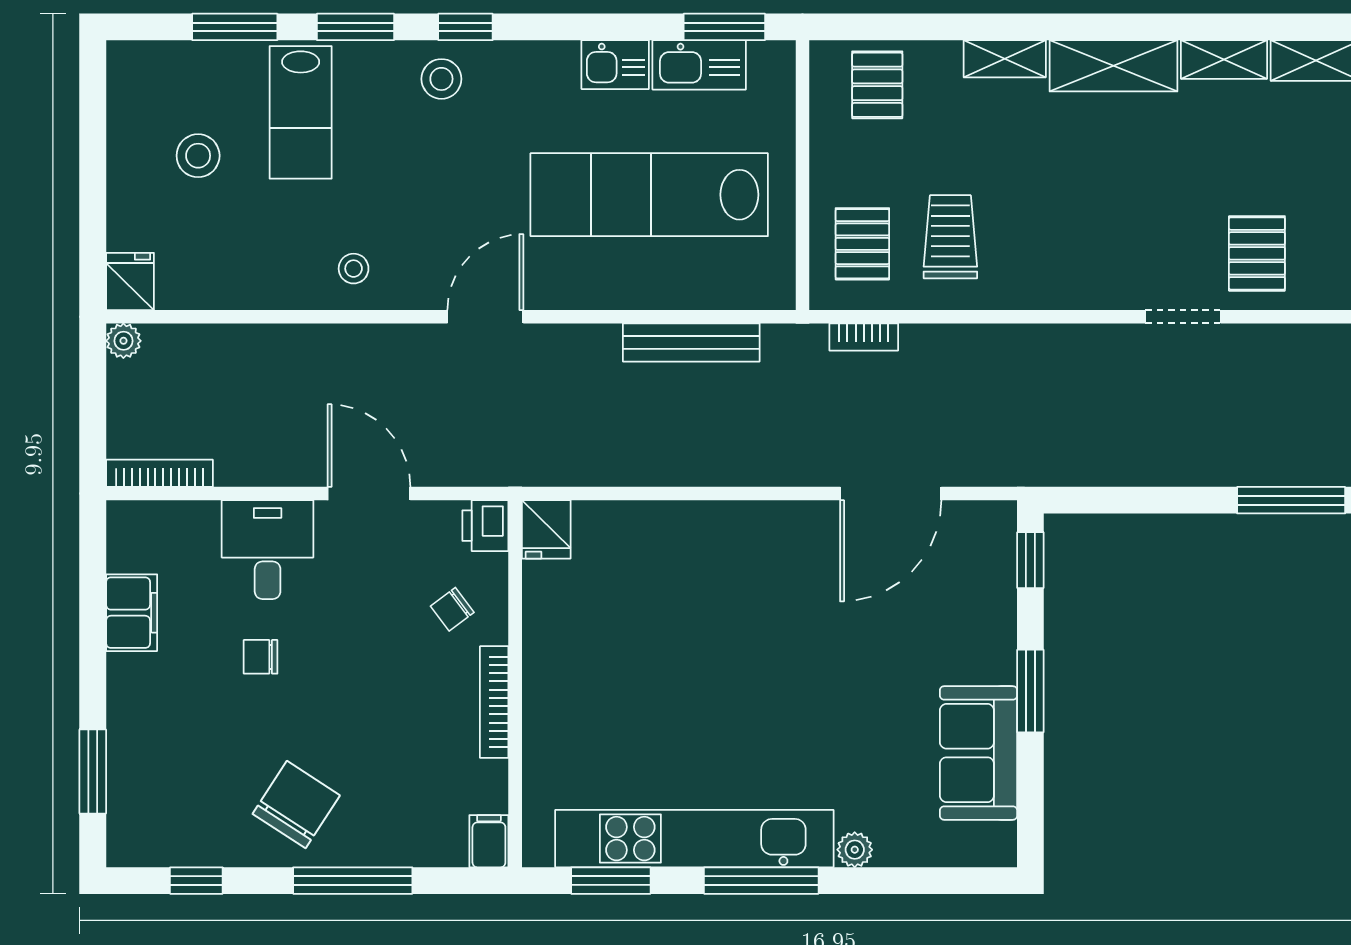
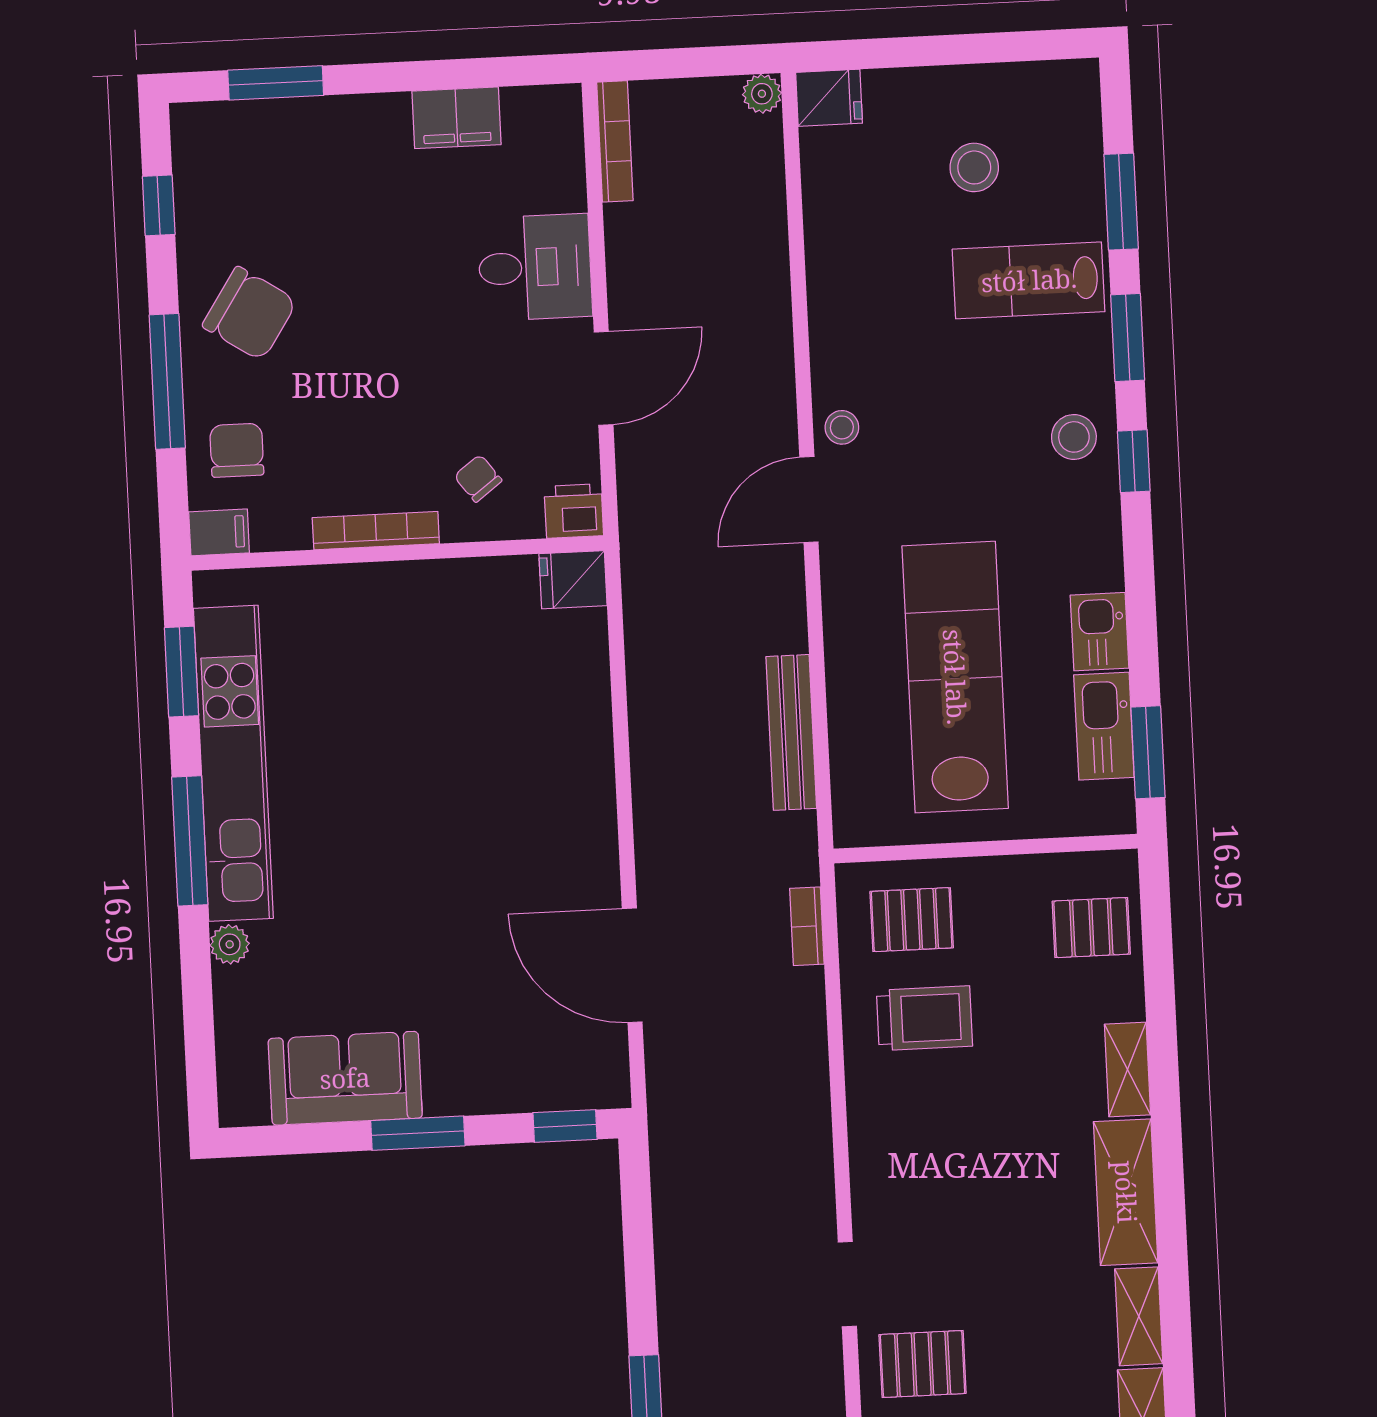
stool: (354, 269) -> (842, 427), moved
door: (485, 317) -> (809, 499), swing flipped
chair: (261, 657) -> (237, 450), moved, width x1.37, depth x1.37

